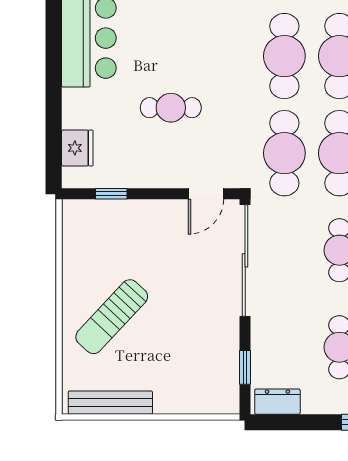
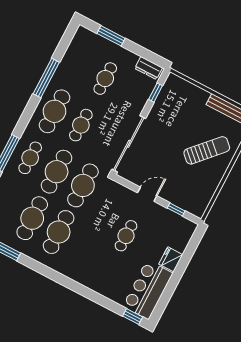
cafe table: (171, 108) -> (126, 236), turned 90
fridge: (77, 148) -> (171, 259), moved
door: (206, 194) -> (147, 194), moved

